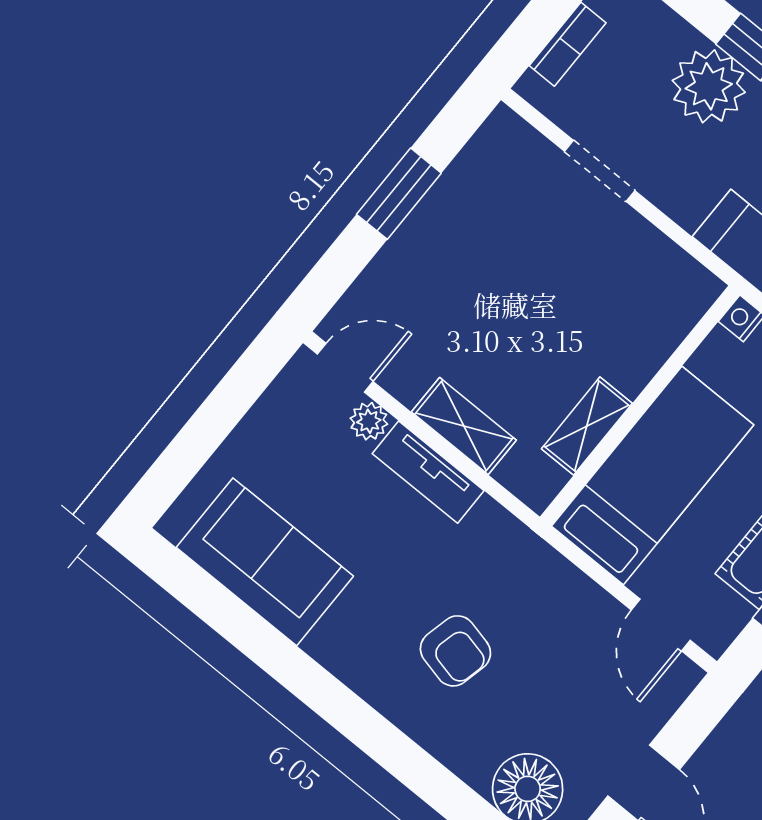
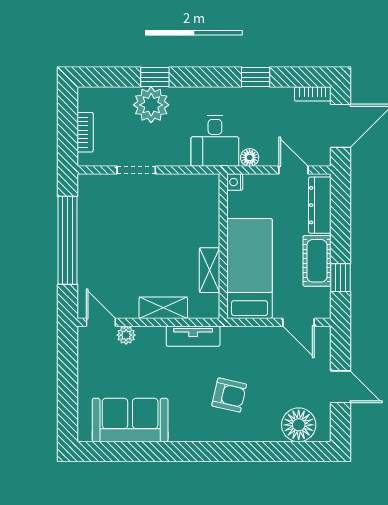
window: (399, 194) -> (68, 240), width x2.11
door: (345, 368) -> (101, 322), hinge flipped
tv unit: (428, 472) -> (193, 336), moved

